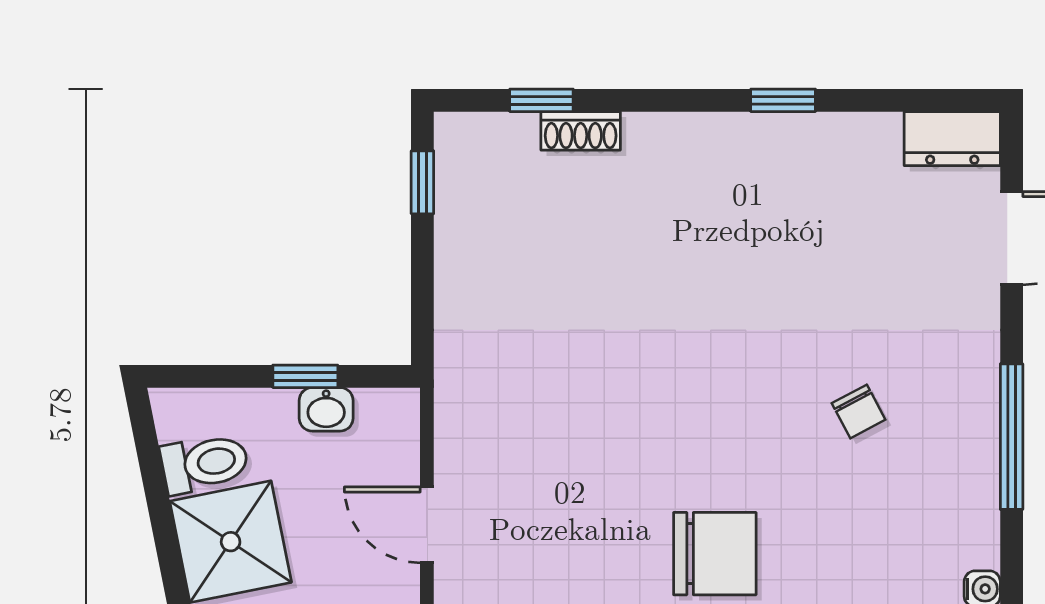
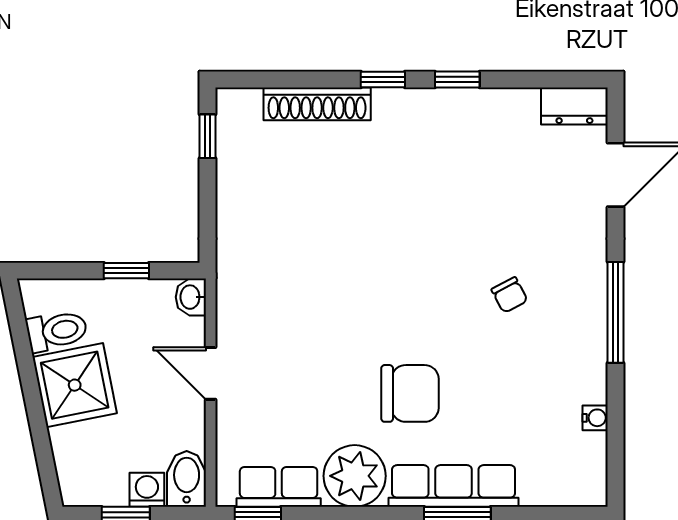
window: (541, 100) -> (383, 79), moved
shoe rack: (581, 131) -> (317, 104), width x1.94, depth x1.24
washbasin: (326, 409) -> (191, 297), moved, turned 90

